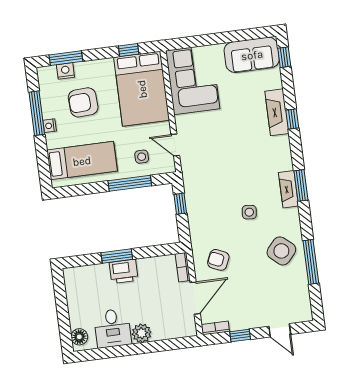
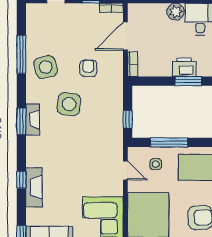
side table: (249, 212) -> (69, 104), width x1.87, depth x1.87
side table: (281, 251) -> (46, 67), turned 35
armchair: (218, 260) -> (88, 68), moved, turned -114

